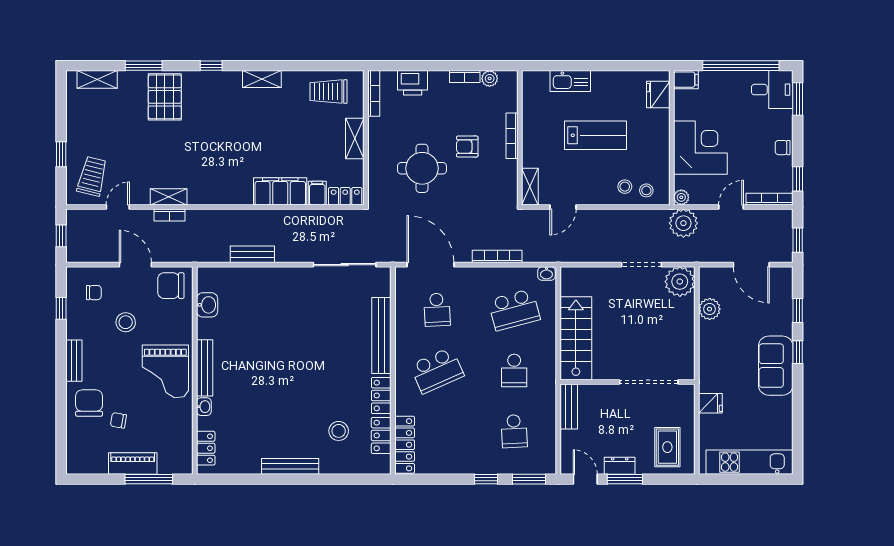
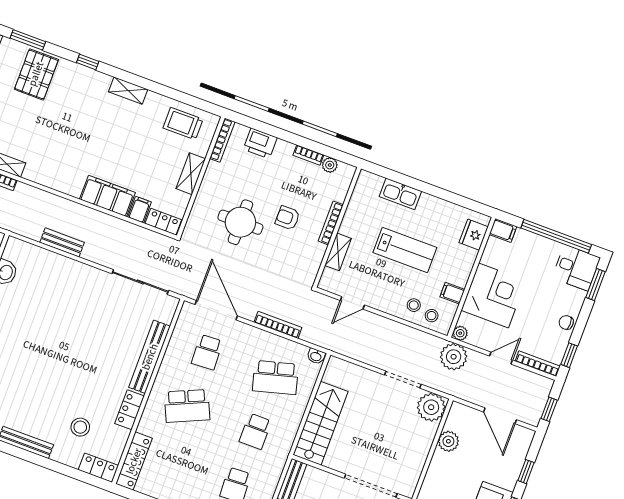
filing cabinet: (659, 160) -> (452, 293), added
shelving: (530, 187) -> (338, 252), moved
locker: (381, 435) -> (98, 468), moved, turned 90

